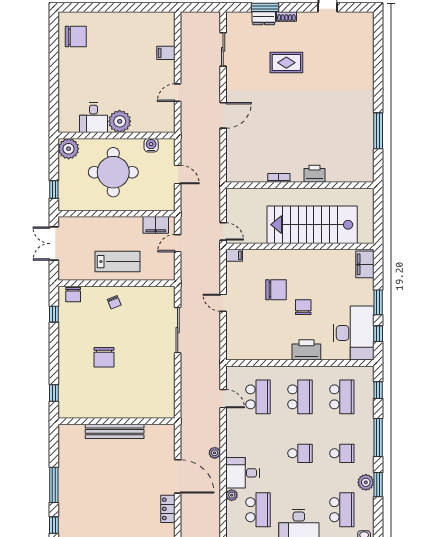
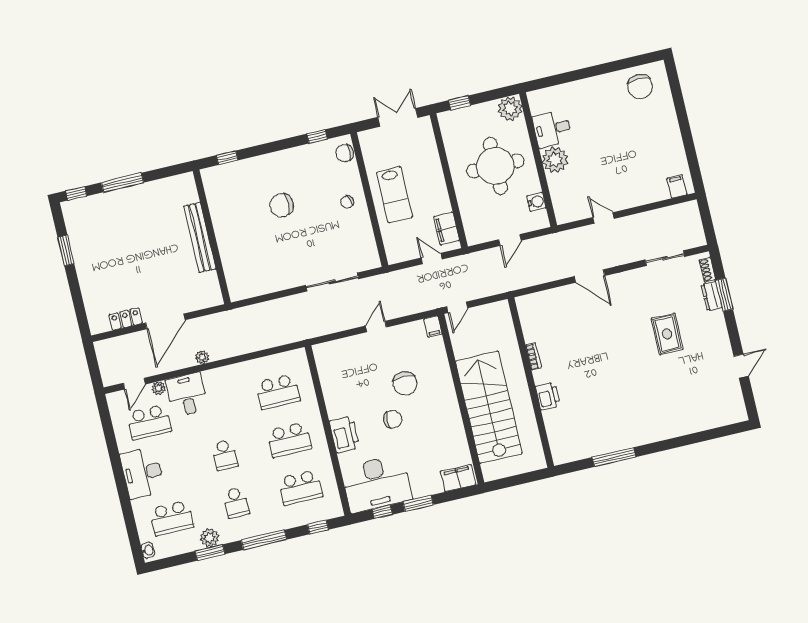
shoe rack: (286, 16) -> (707, 270), moved
filing cabinet: (166, 53) -> (677, 186), moved
door: (223, 399) -> (134, 384), moved

